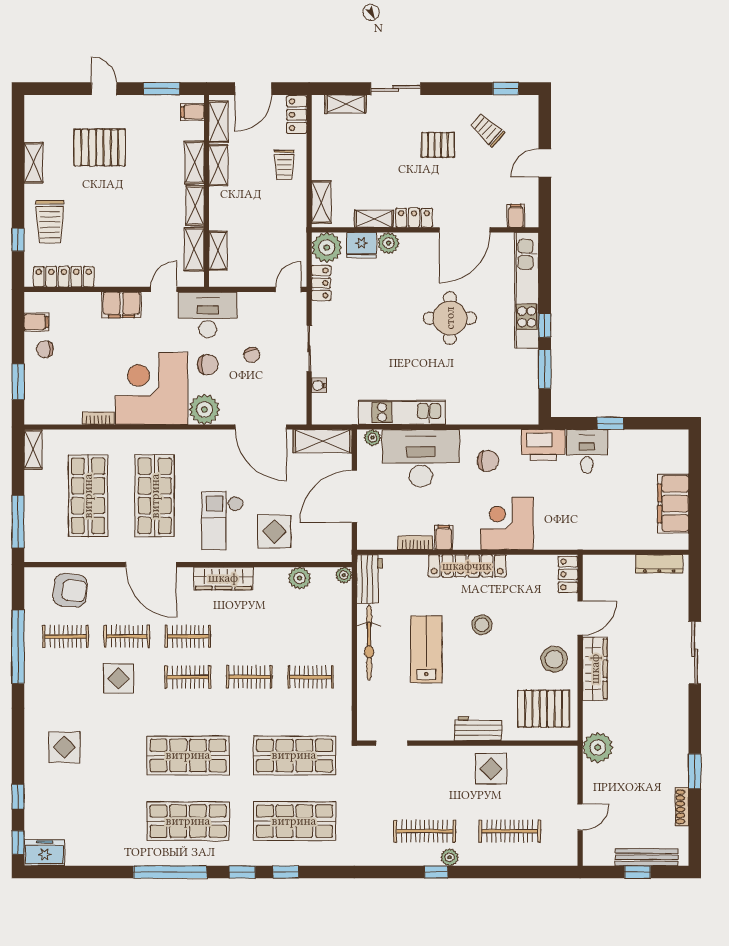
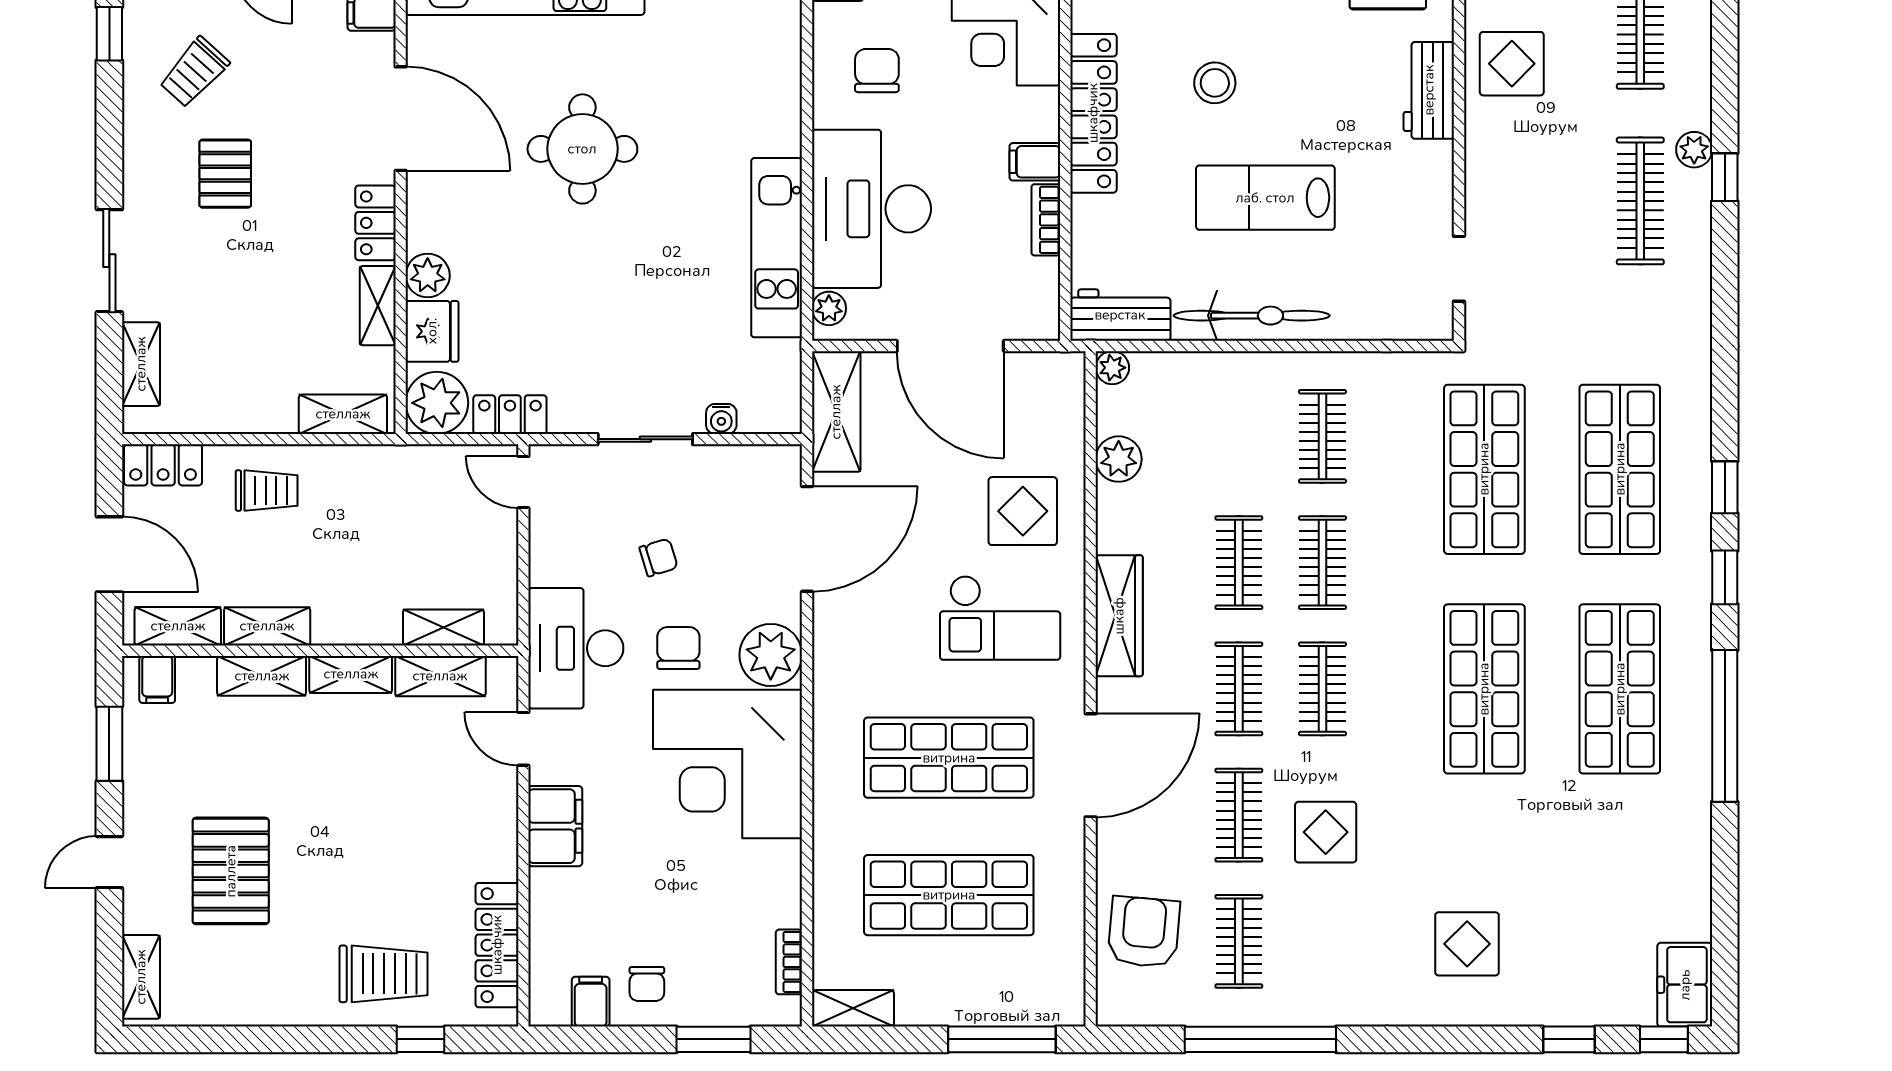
shelving: (33, 163) -> (141, 977), moved, turned 90
bookcase: (98, 418) -> (789, 962), moved
clothes rail: (249, 636) -> (1239, 563), added

